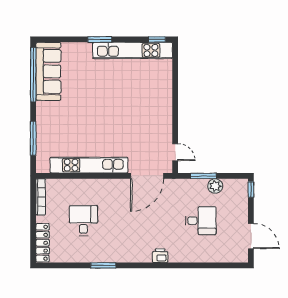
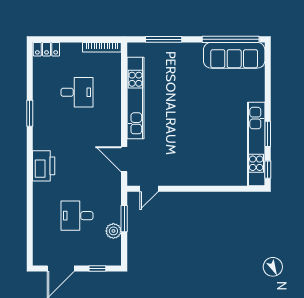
window: (100, 39) -> (268, 134), moved
door: (147, 176) -> (124, 159), width x0.73
window: (251, 190) -> (97, 269), moved
desk: (201, 221) -> (77, 216), turned 90
locker: (43, 243) -> (46, 49), width x0.66
printer: (160, 256) -> (44, 166), width x1.87, depth x1.48

